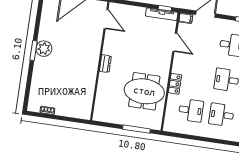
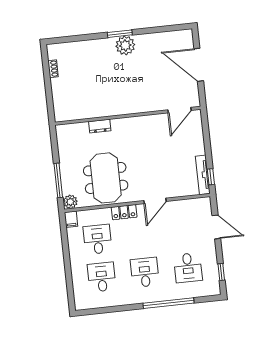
filing cabinet: (186, 18) -> (71, 219), moved
door: (175, 42) -> (155, 201), moved
dresser: (105, 64) -> (100, 126), moved
desk: (191, 110) -> (98, 239), turned 180
plant: (156, 124) -> (70, 202), added

